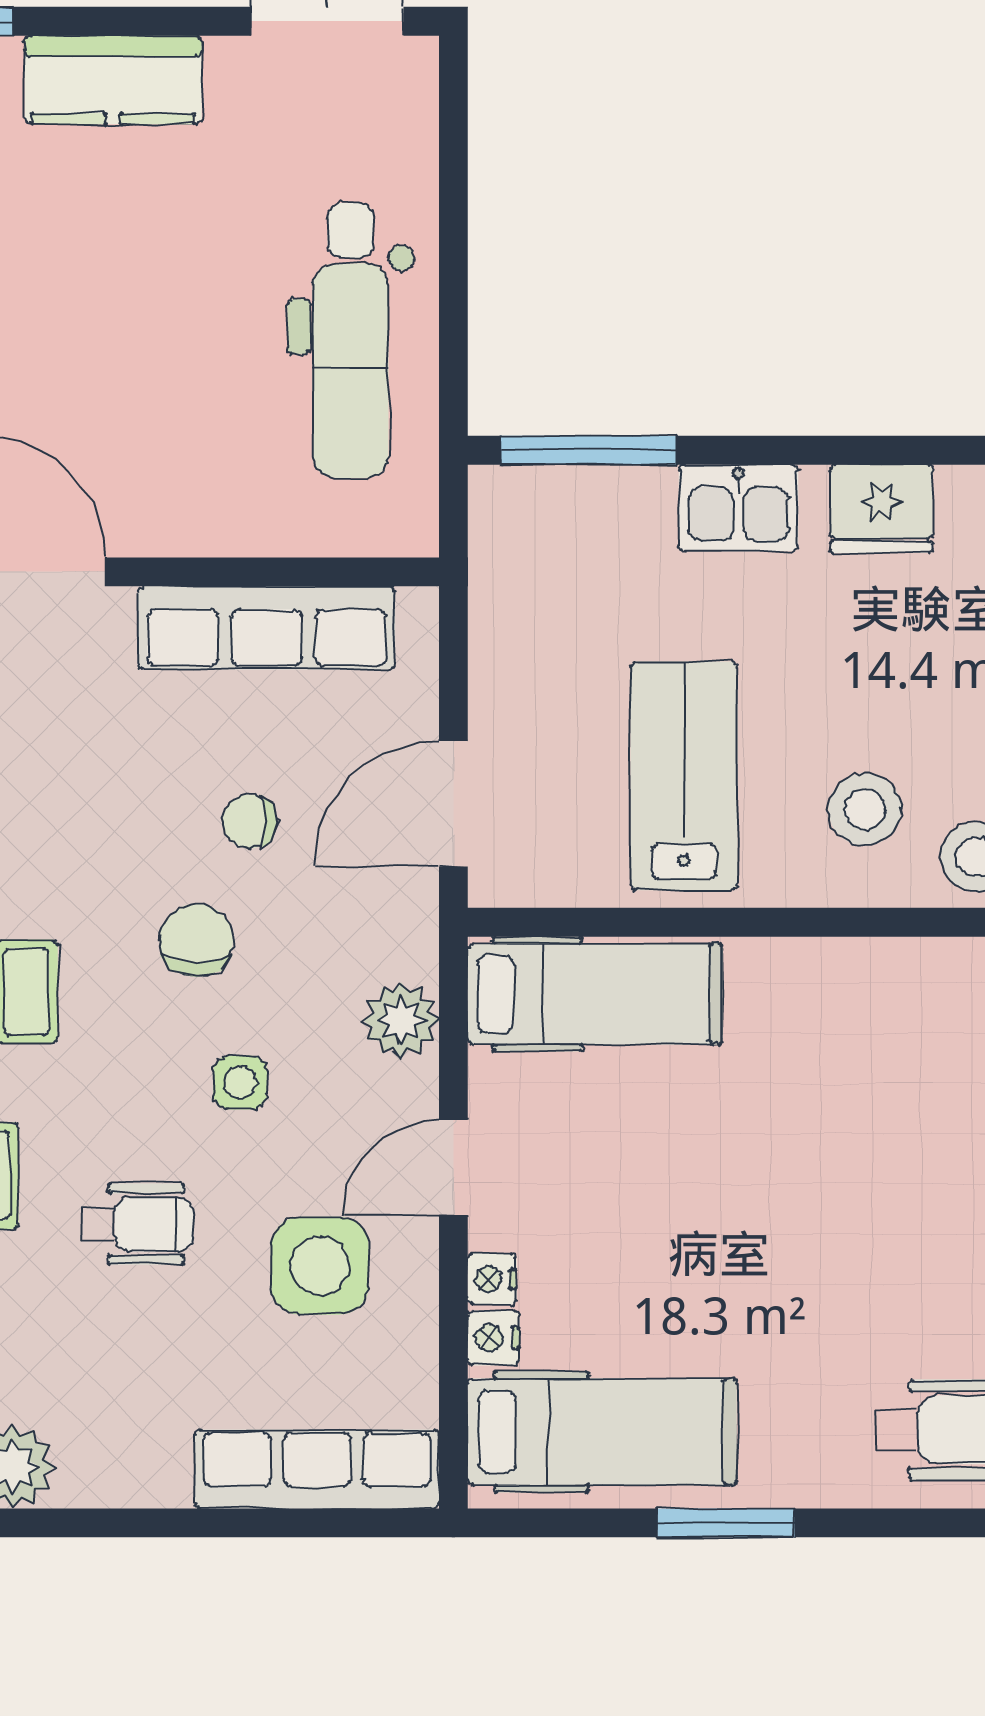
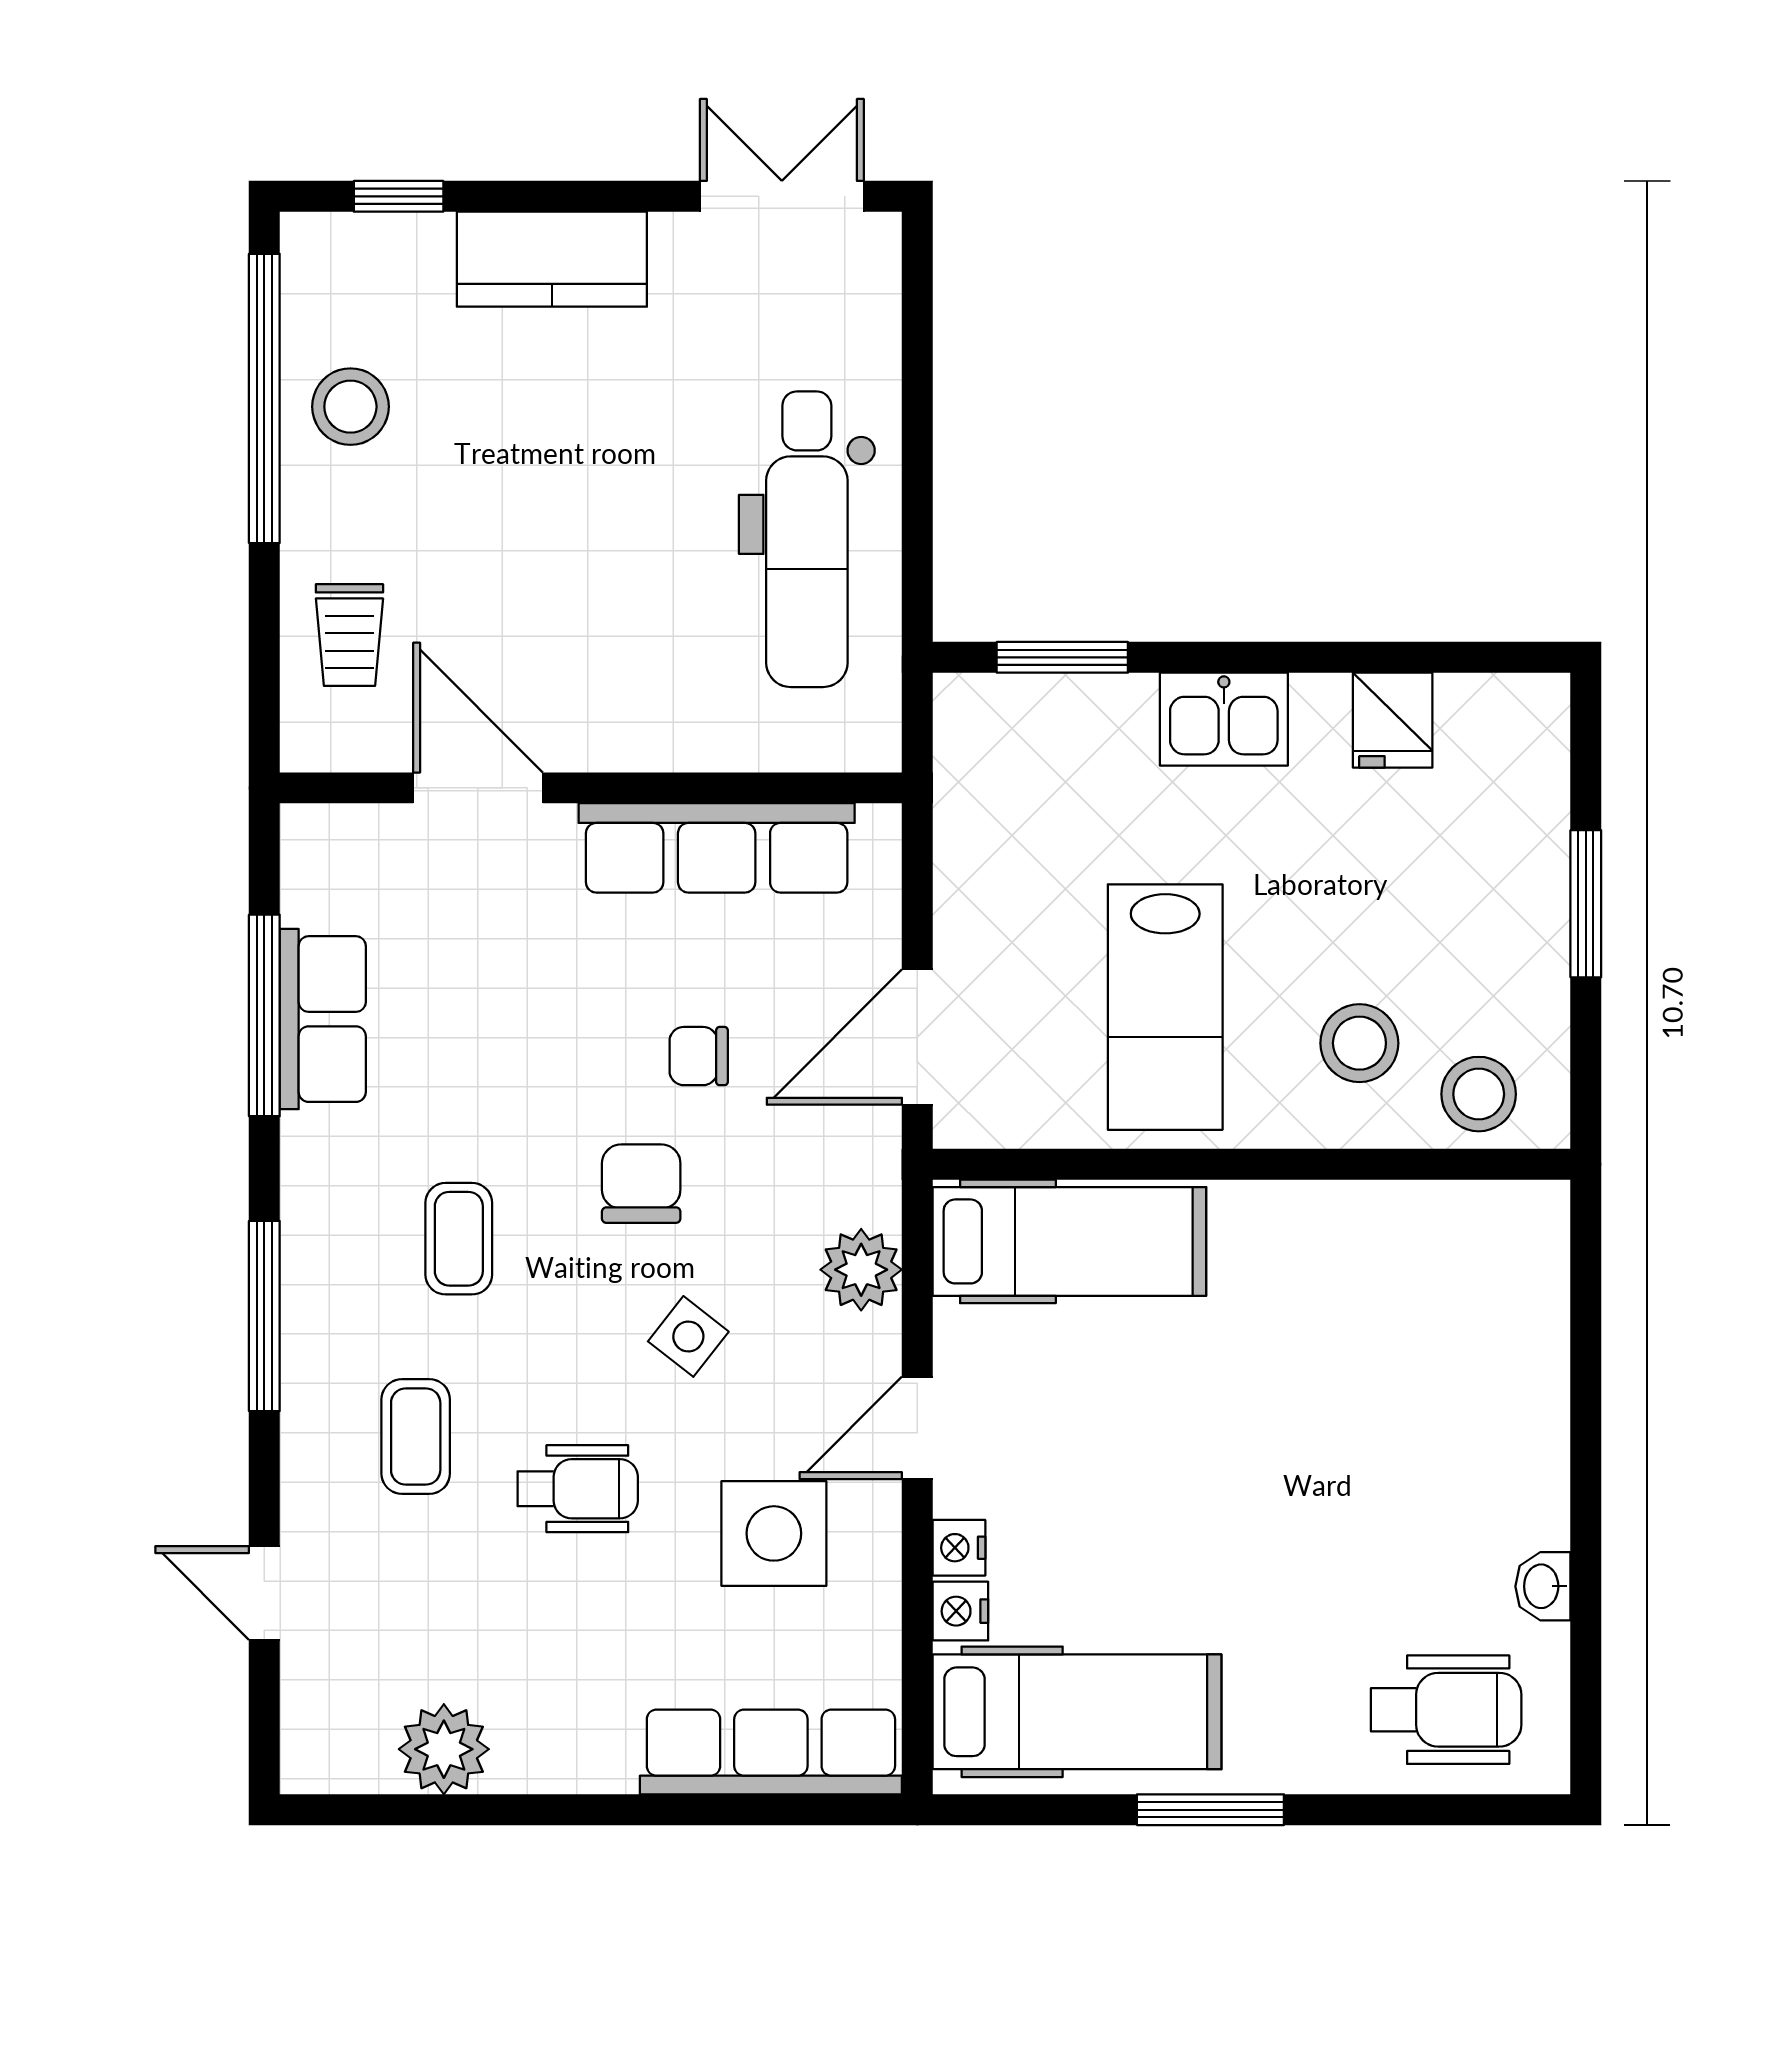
window: (588, 450) -> (1062, 657), width x0.69
fridge: (881, 509) -> (1393, 720), width x0.72
lab bench: (684, 776) -> (1165, 1007), turned 180
side table: (240, 1082) -> (688, 1336), turned 38

